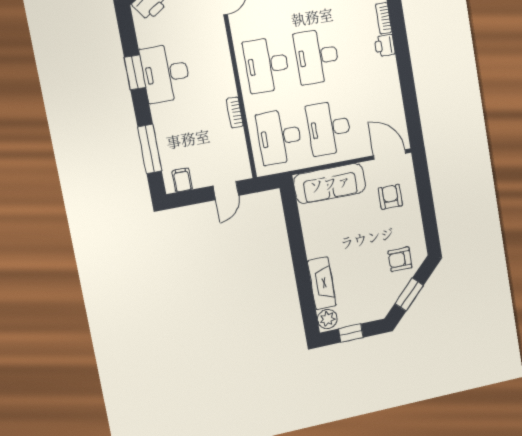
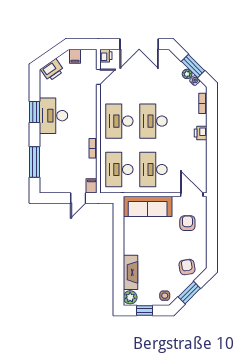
printer: (385, 46) -> (201, 133), moved
filing cabinet: (182, 180) -> (92, 186), moved
armchair: (400, 259) -> (187, 267), turned 81
side table: (376, 306) -> (165, 296), added

